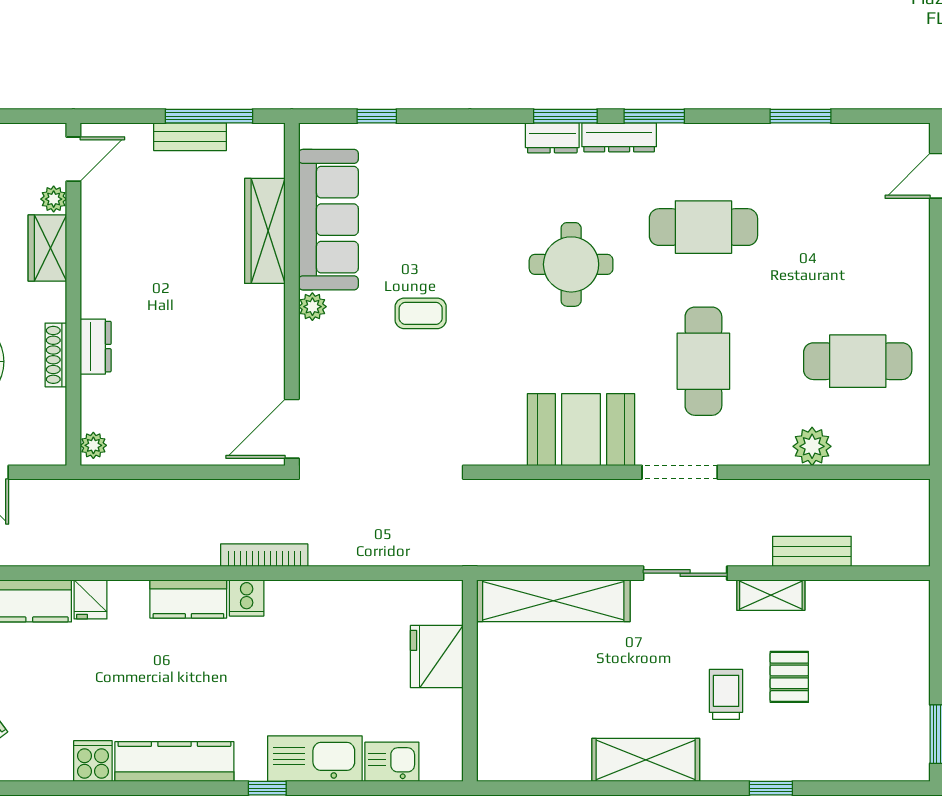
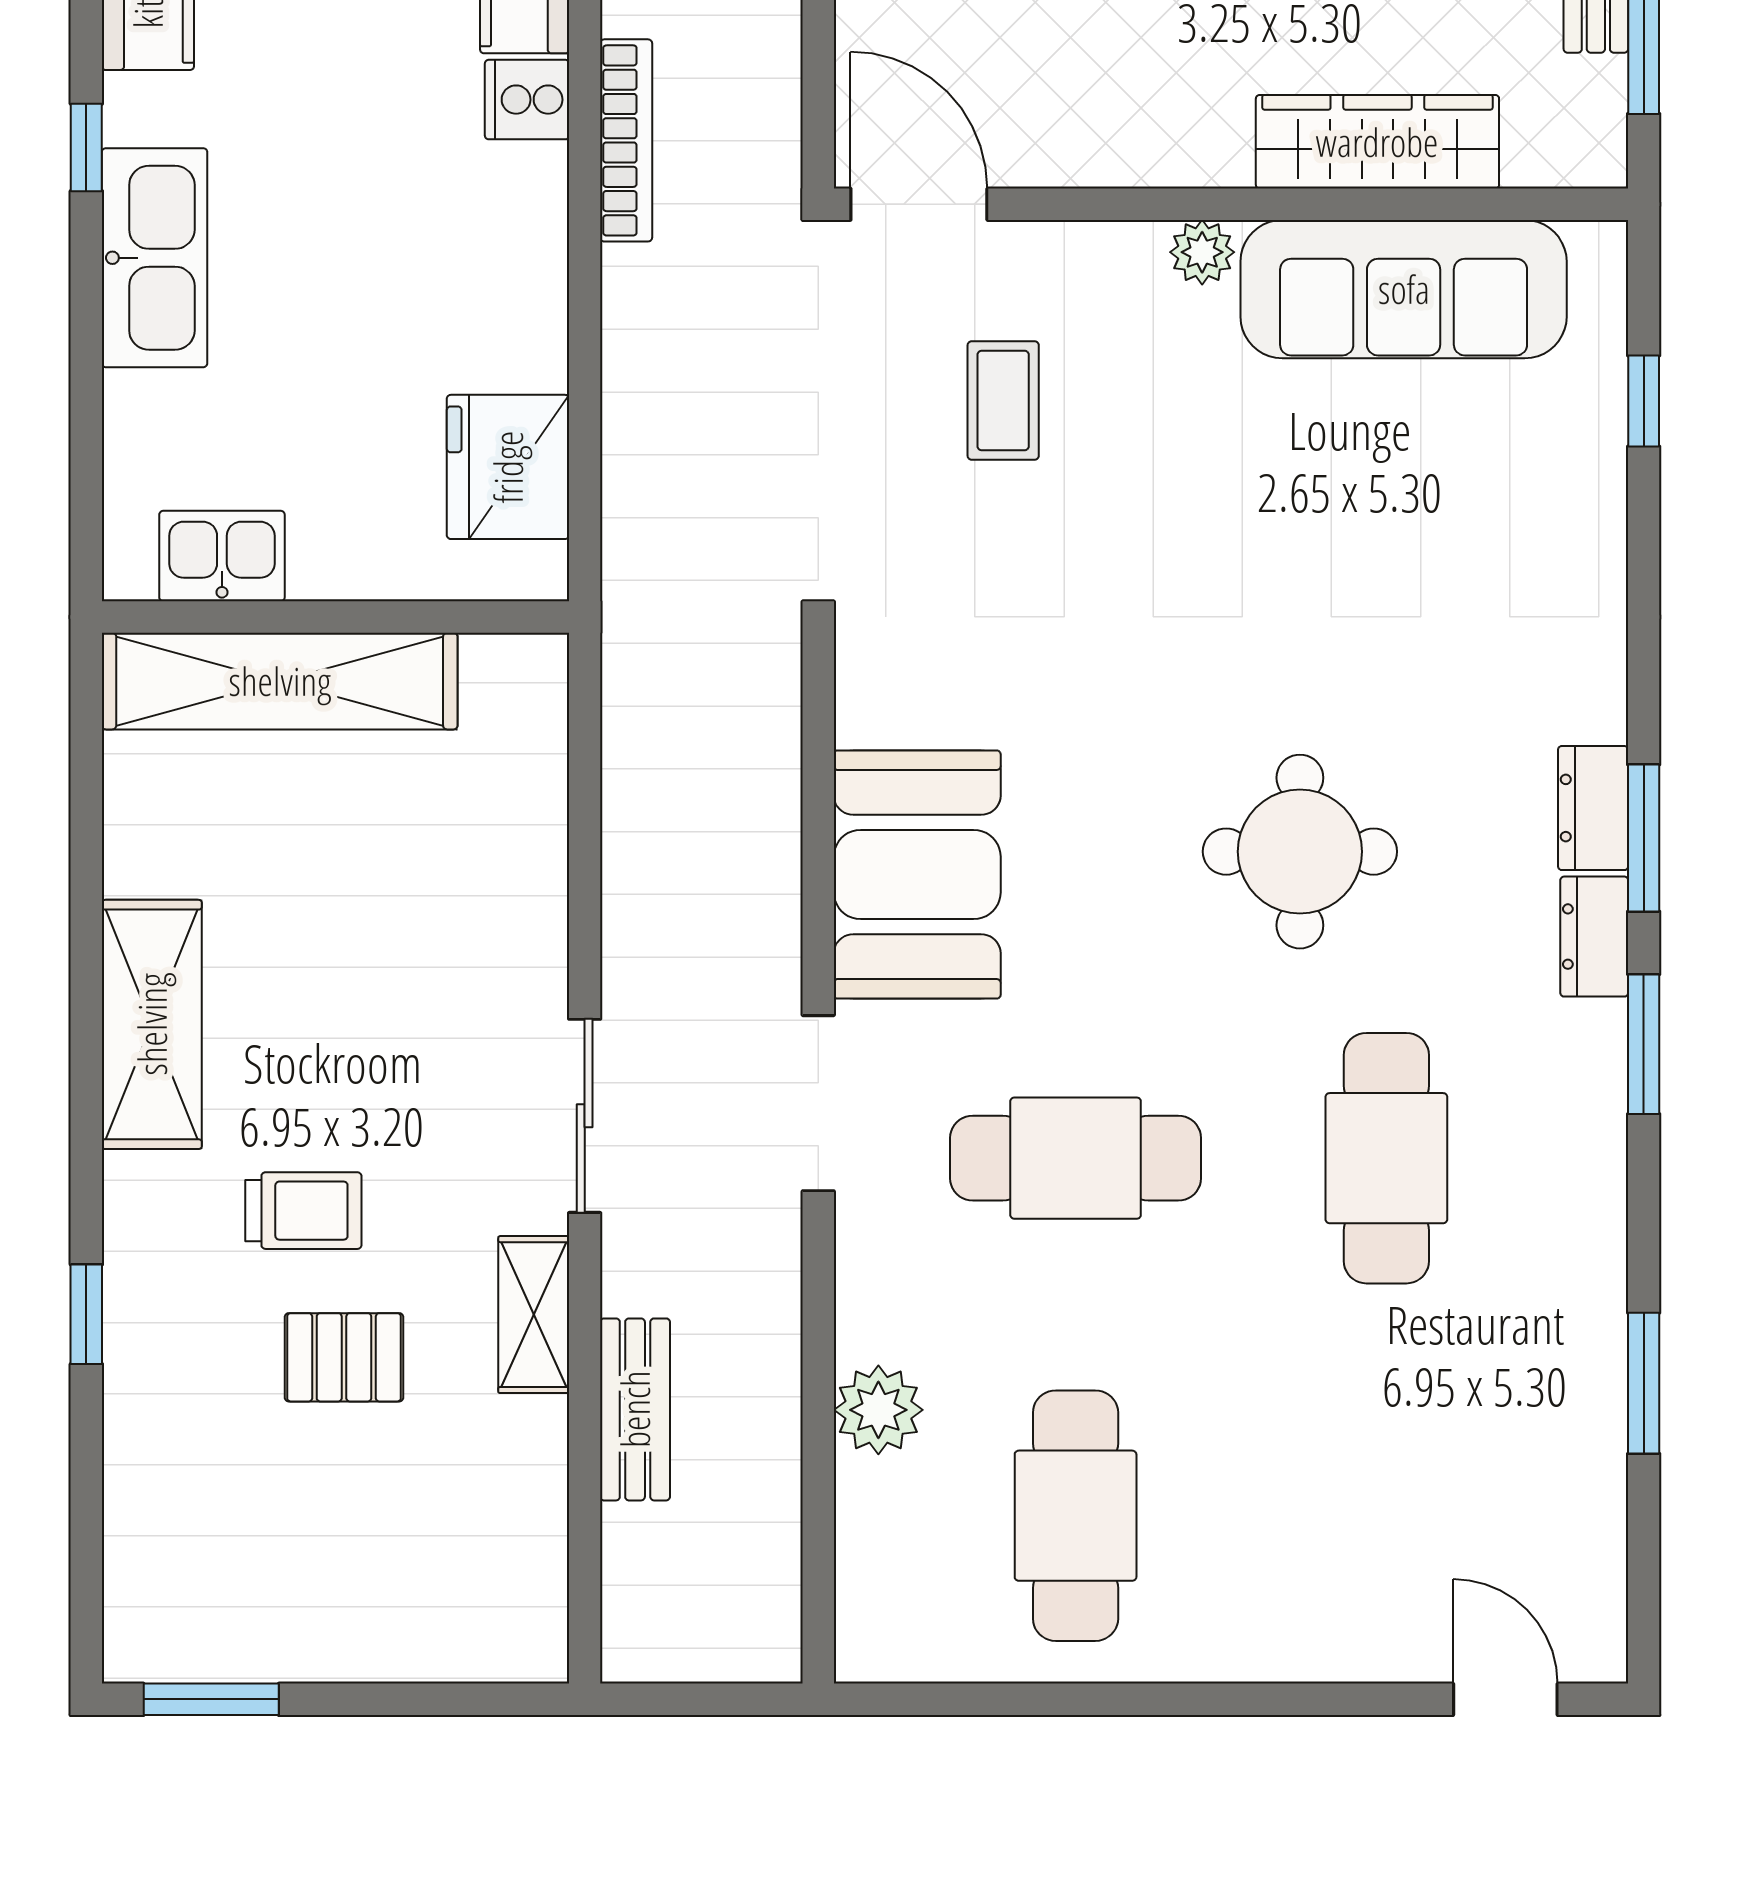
dresser: (619, 137) -> (1594, 937), width x0.70
coffee table: (421, 313) -> (1003, 401), moved
shelving: (553, 601) -> (280, 681), moved, turned 90
fridge: (437, 657) -> (508, 467), moved, turned -90
kitchen sink: (392, 762) -> (222, 556), moved, turned -90

